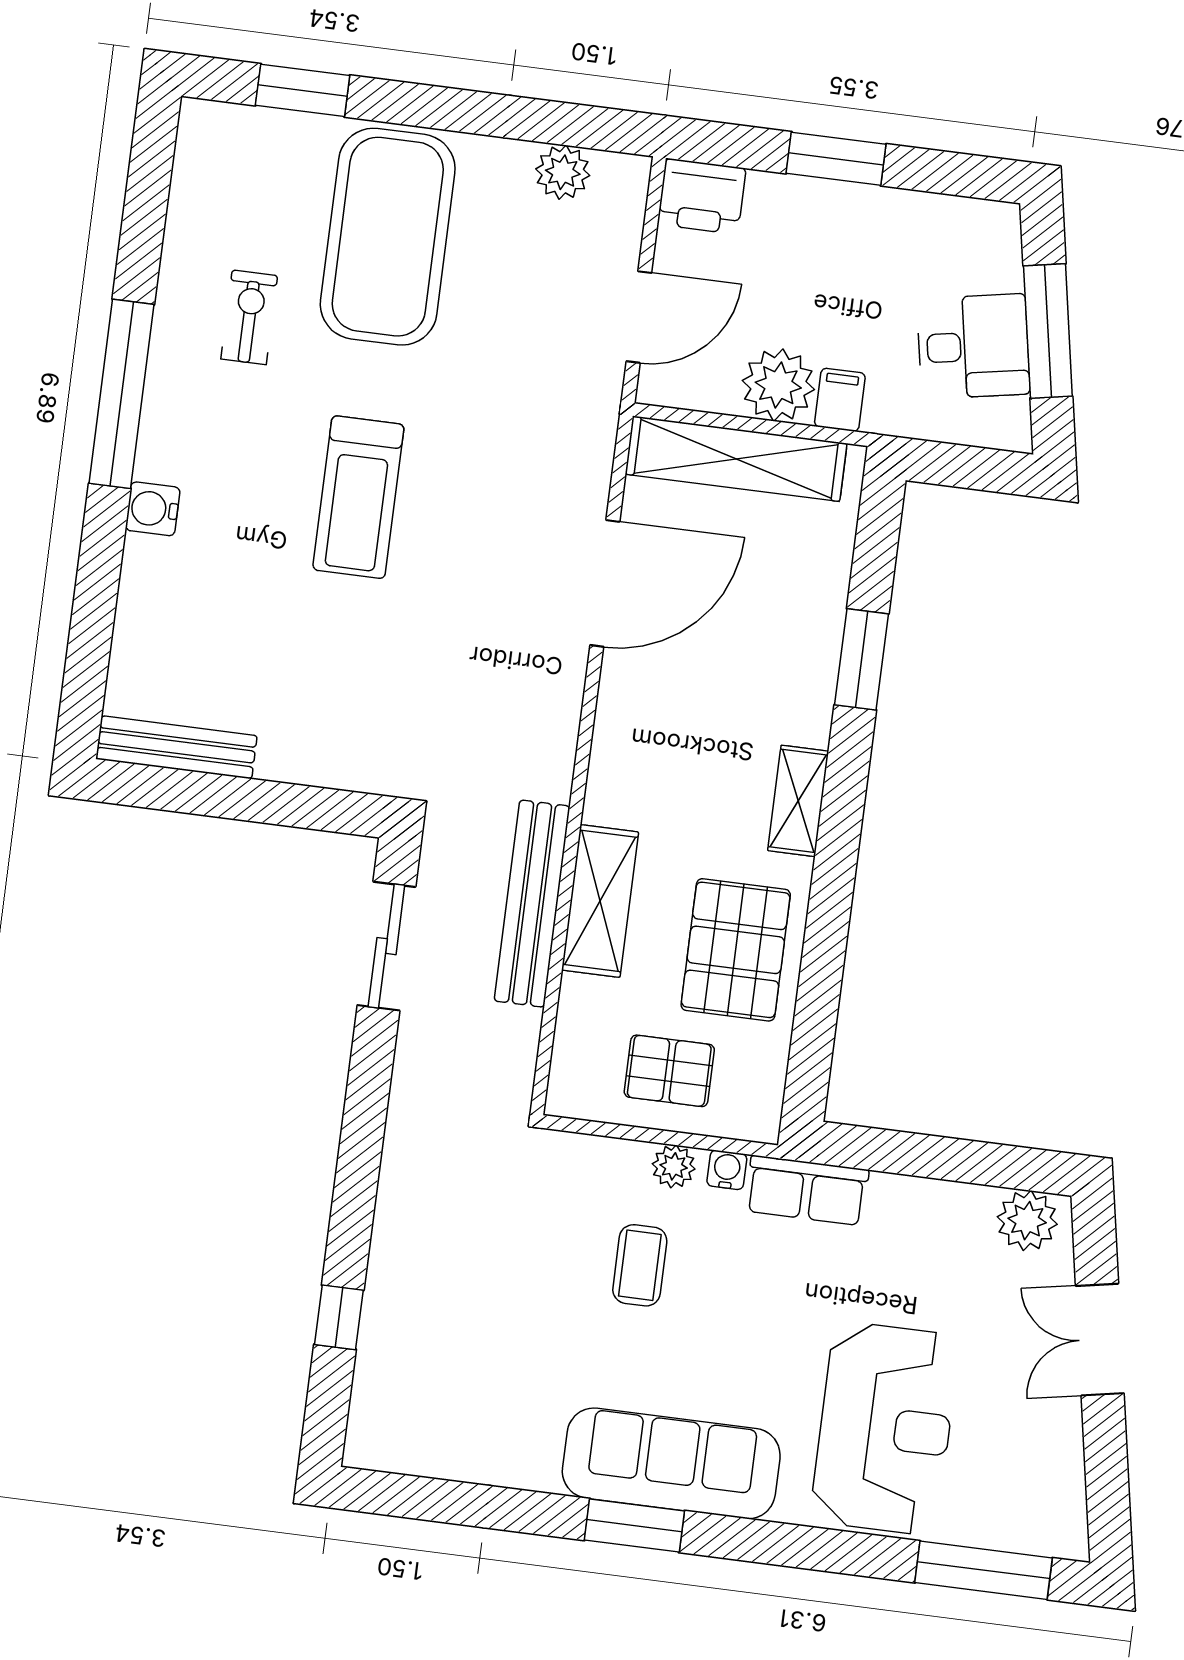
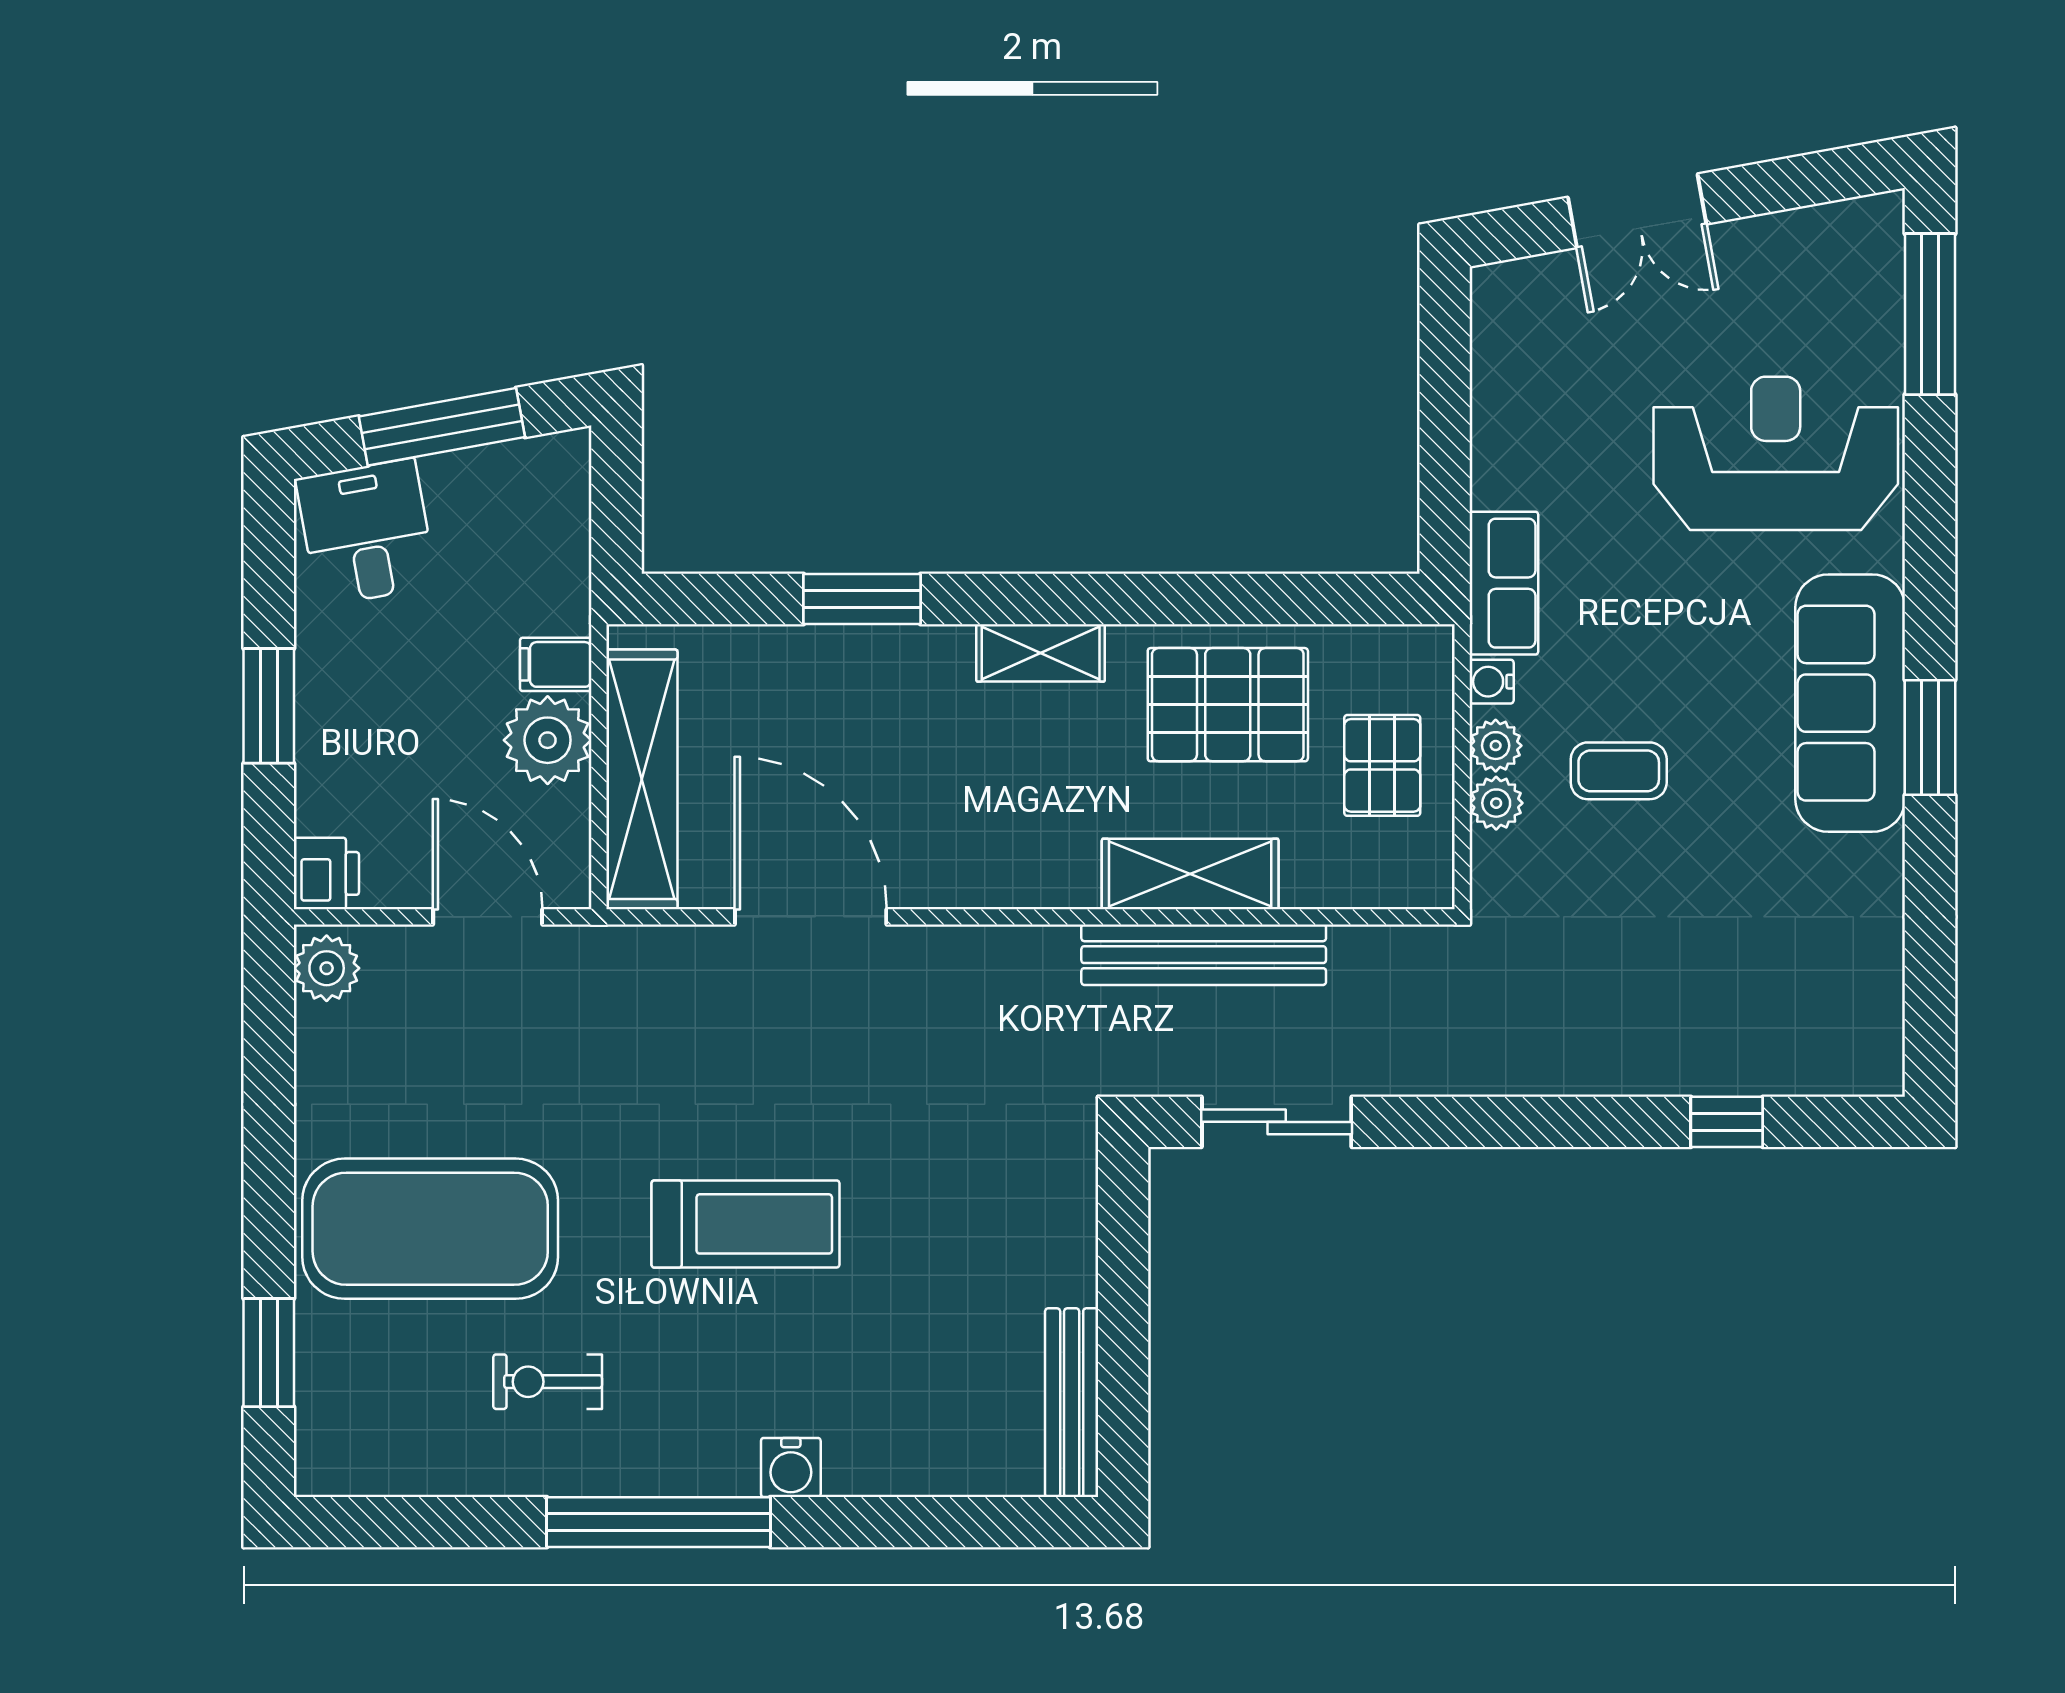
plant: (563, 172) -> (327, 968), moved
printer: (702, 196) -> (326, 873), width x0.73, depth x0.81
desk: (973, 346) -> (366, 532), moved
plant: (1027, 1221) -> (1496, 803), moved, width x0.73, depth x0.73

